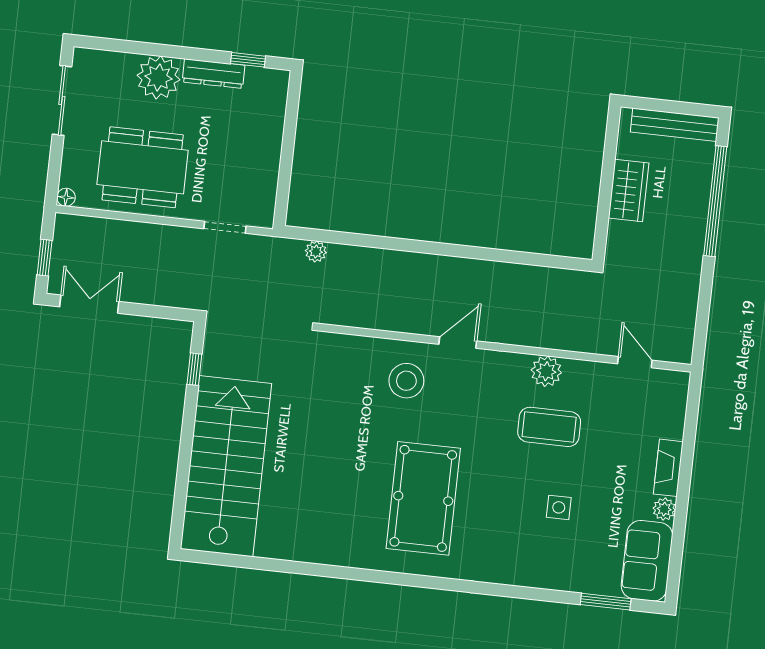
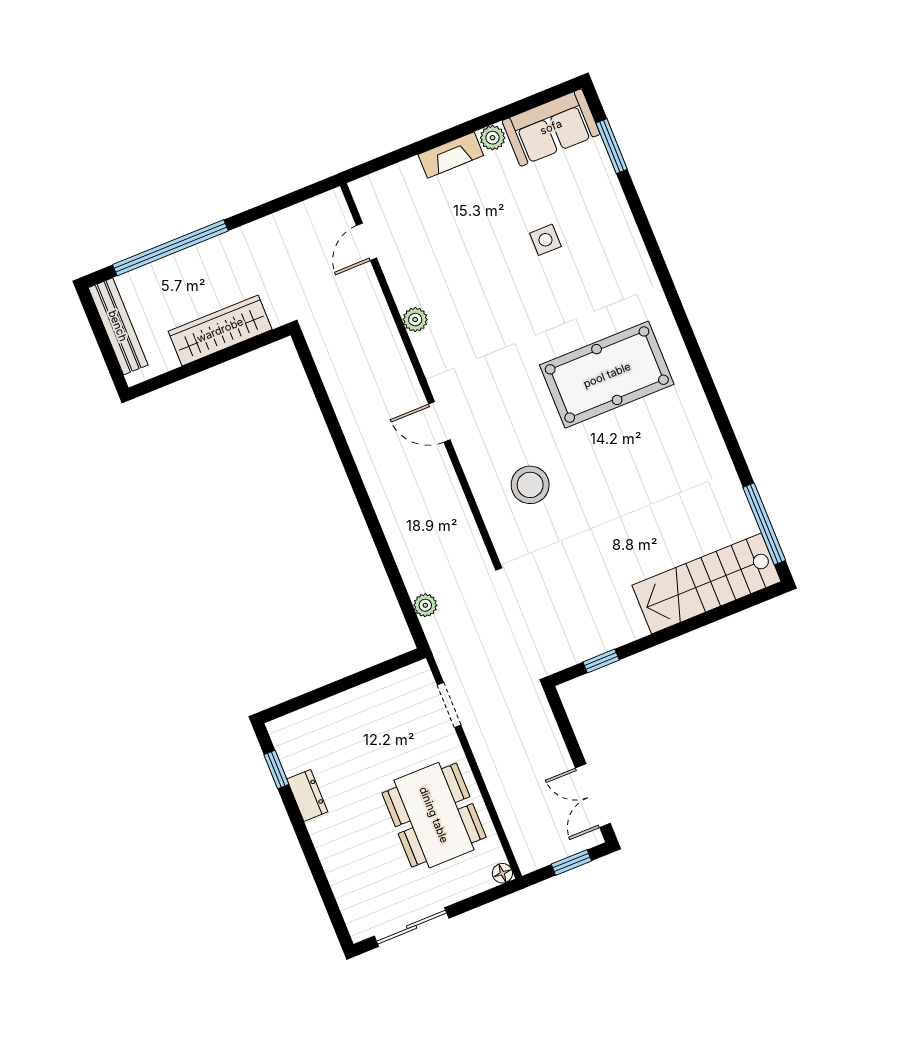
dresser: (214, 74) -> (307, 795), width x0.70
plant: (158, 77) -> (340, 846), removed
wardrobe: (629, 191) -> (220, 330), width x1.50
plant: (546, 371) -> (415, 320), width x0.73, depth x0.73
stool: (406, 381) -> (530, 485), moved
coffee table: (549, 427) -> (473, 291), removed
stairs: (226, 466) -> (706, 583), width x0.73, depth x0.66
window: (234, 561) -> (764, 524), added

